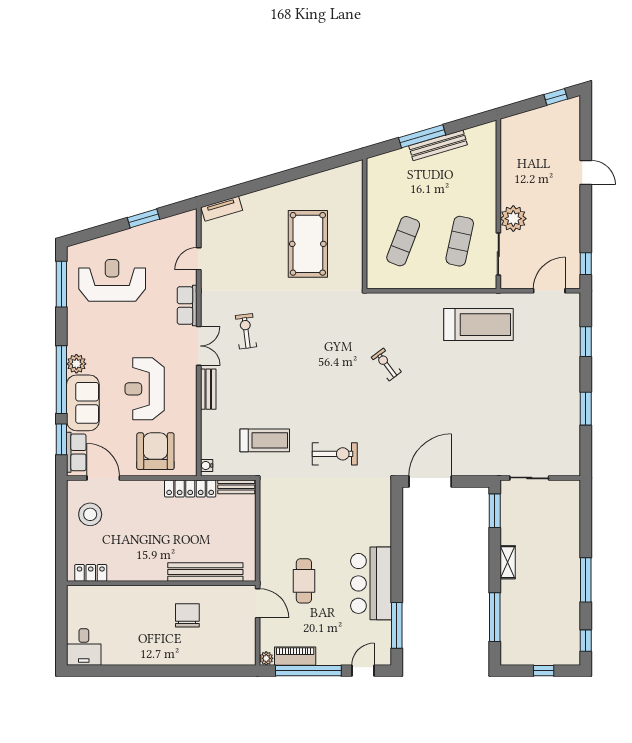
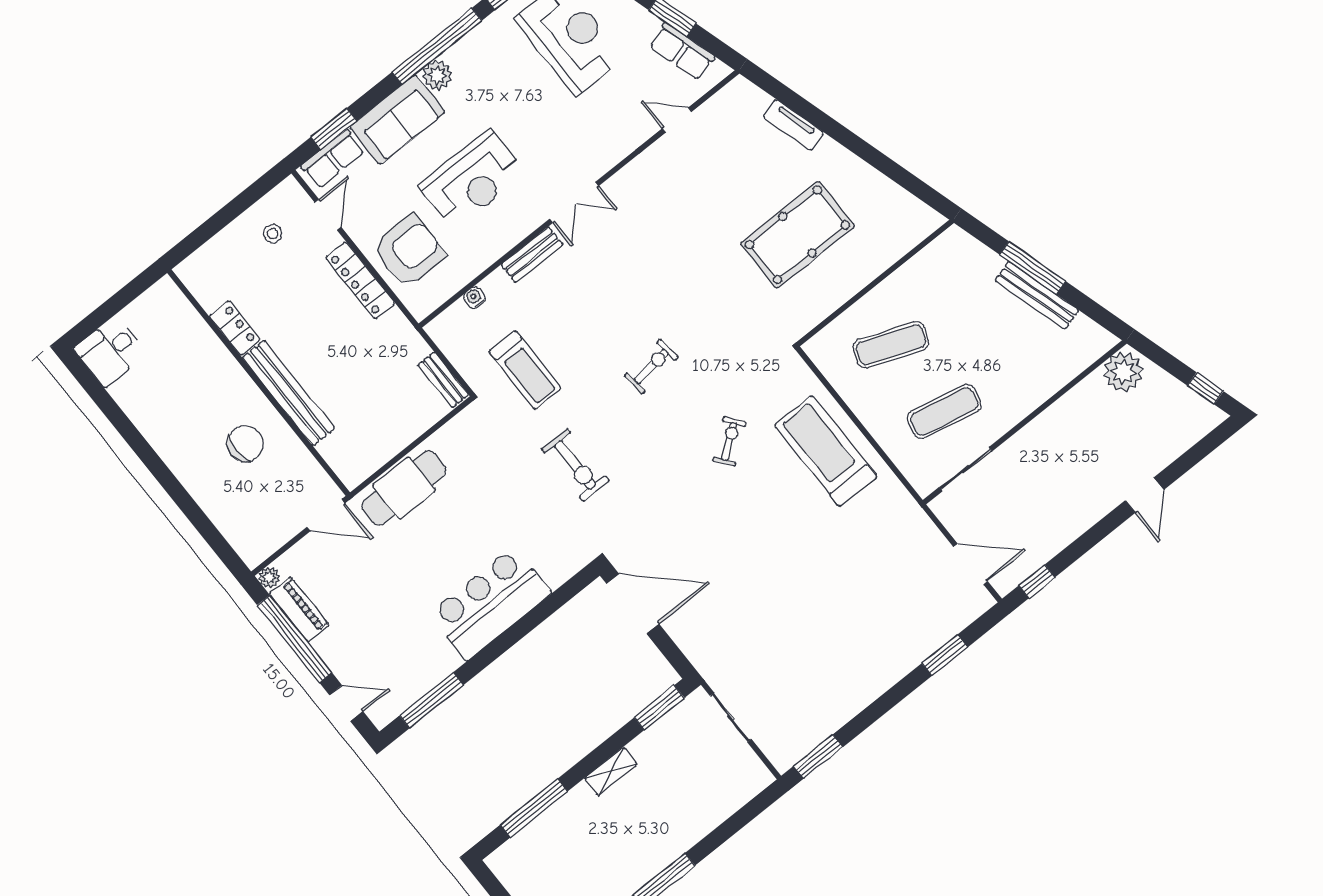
tv unit: (222, 209) -> (793, 125), moved
plant: (513, 219) -> (1123, 372), moved
row of seats: (187, 306) -> (682, 51), moved, turned -106
treadmill: (479, 325) -> (826, 451), moved, turned 180
exercise bike: (246, 331) -> (651, 366), moved
window: (61, 380) -> (437, 46), moved
reception desk: (145, 389) -> (472, 179), turned 180
window: (586, 409) -> (818, 757), moved
water cooler: (207, 465) -> (474, 298), moved
door: (103, 478) -> (328, 215), width x0.73
locker: (190, 488) -> (360, 280), moved
stool: (90, 514) -> (273, 234), width x0.53, depth x0.53
bench: (205, 572) -> (288, 393), moved
locker: (91, 573) -> (235, 328), moved
cafe table: (304, 581) -> (404, 488), moved, width x1.37, depth x1.35
bar counter: (371, 583) -> (490, 603), moved
door: (258, 603) -> (326, 515), hinge flipped

